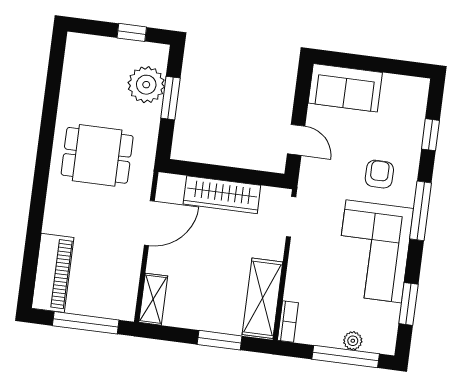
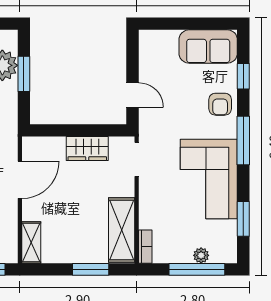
sofa: (345, 88) -> (208, 47), moved
armchair: (379, 174) -> (220, 104), moved, turned 180
wardrobe: (222, 195) -> (87, 148), width x0.67

